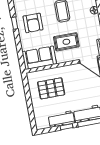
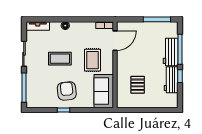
armchair: (33, 23) -> (67, 91), turned -96
pallet: (51, 88) -> (138, 85), width x0.67, depth x0.71

